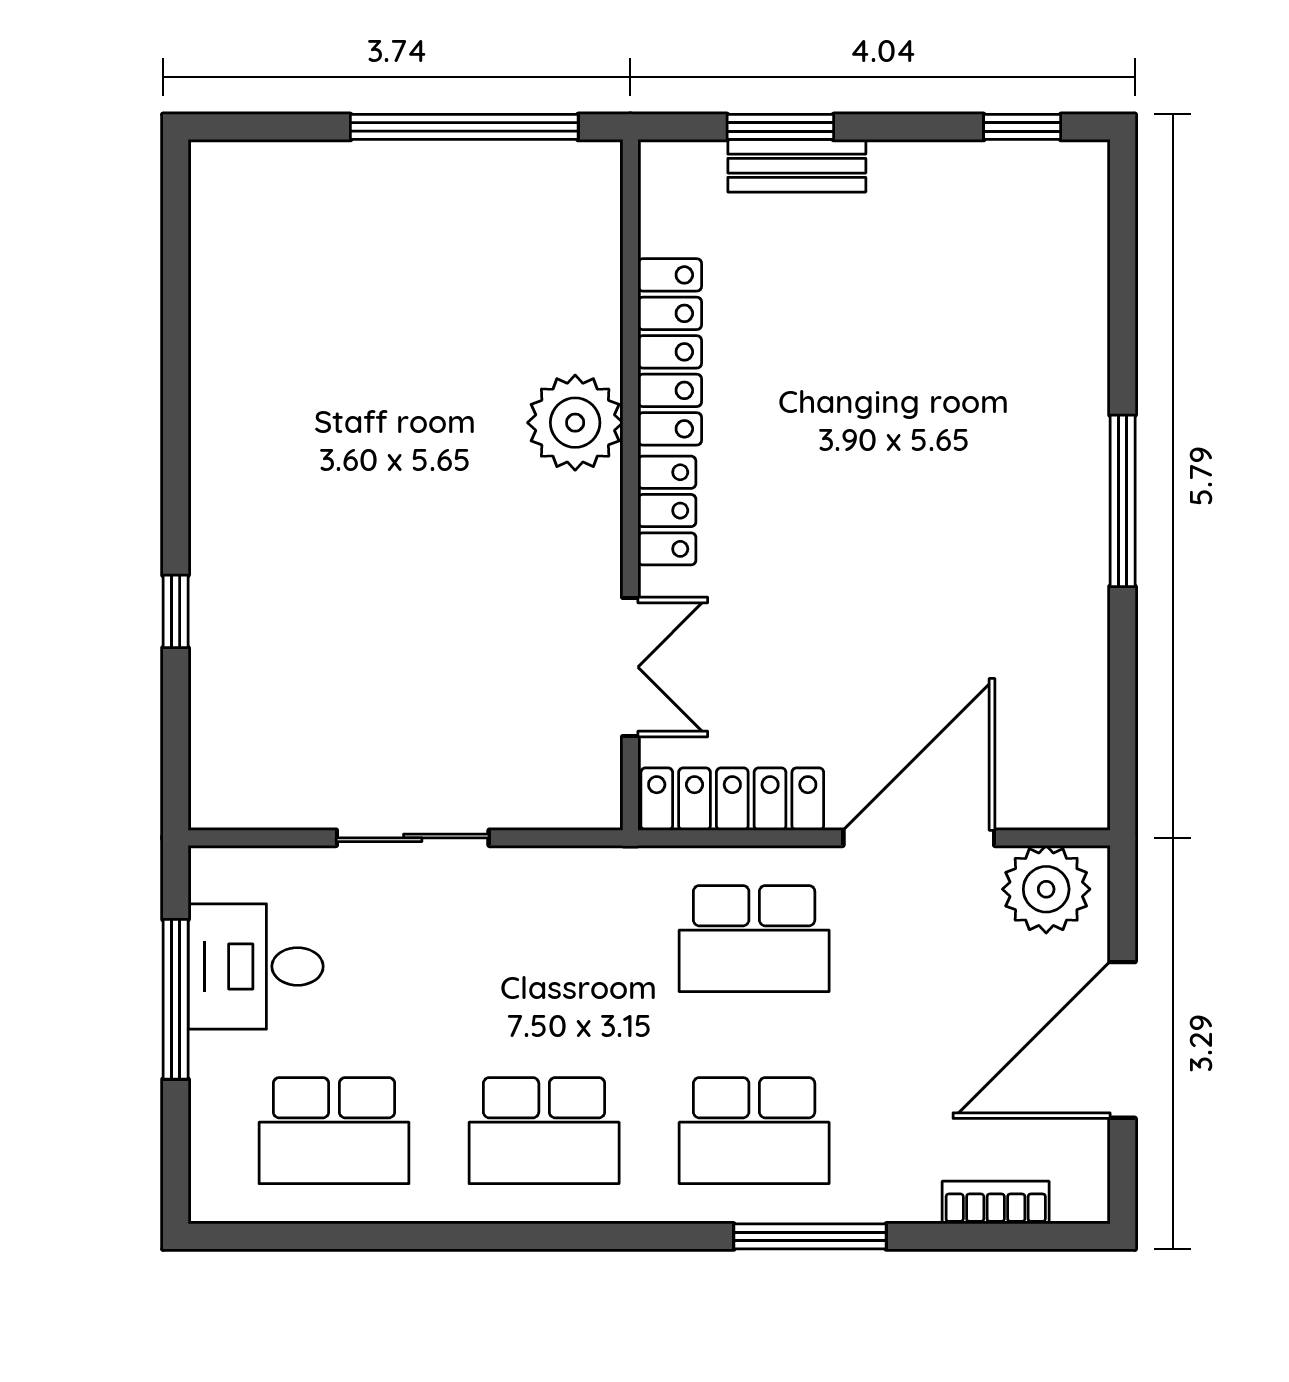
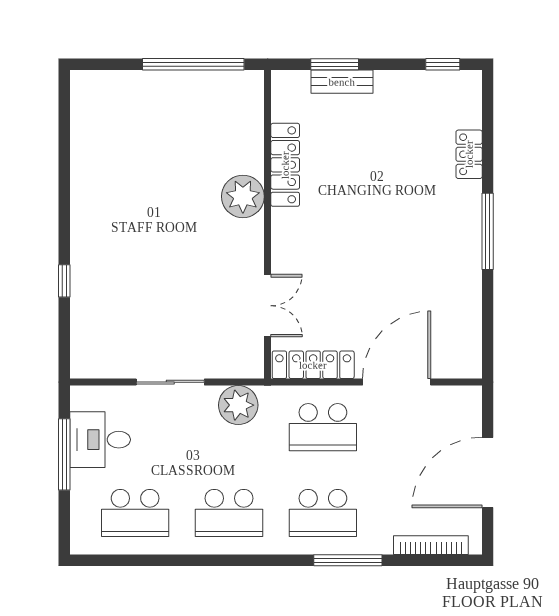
locker: (667, 511) -> (469, 154), moved, turned 180
plant: (1046, 889) -> (238, 405), moved
bookcase: (996, 1203) -> (431, 545), width x1.56

